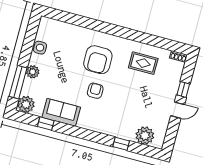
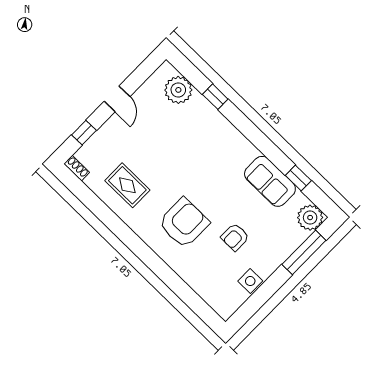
plant: (33, 72) -> (277, 255), removed
window: (183, 89) -> (84, 133), moved
armchair: (95, 91) -> (235, 237), moved
door: (178, 110) -> (117, 99), swing flipped

